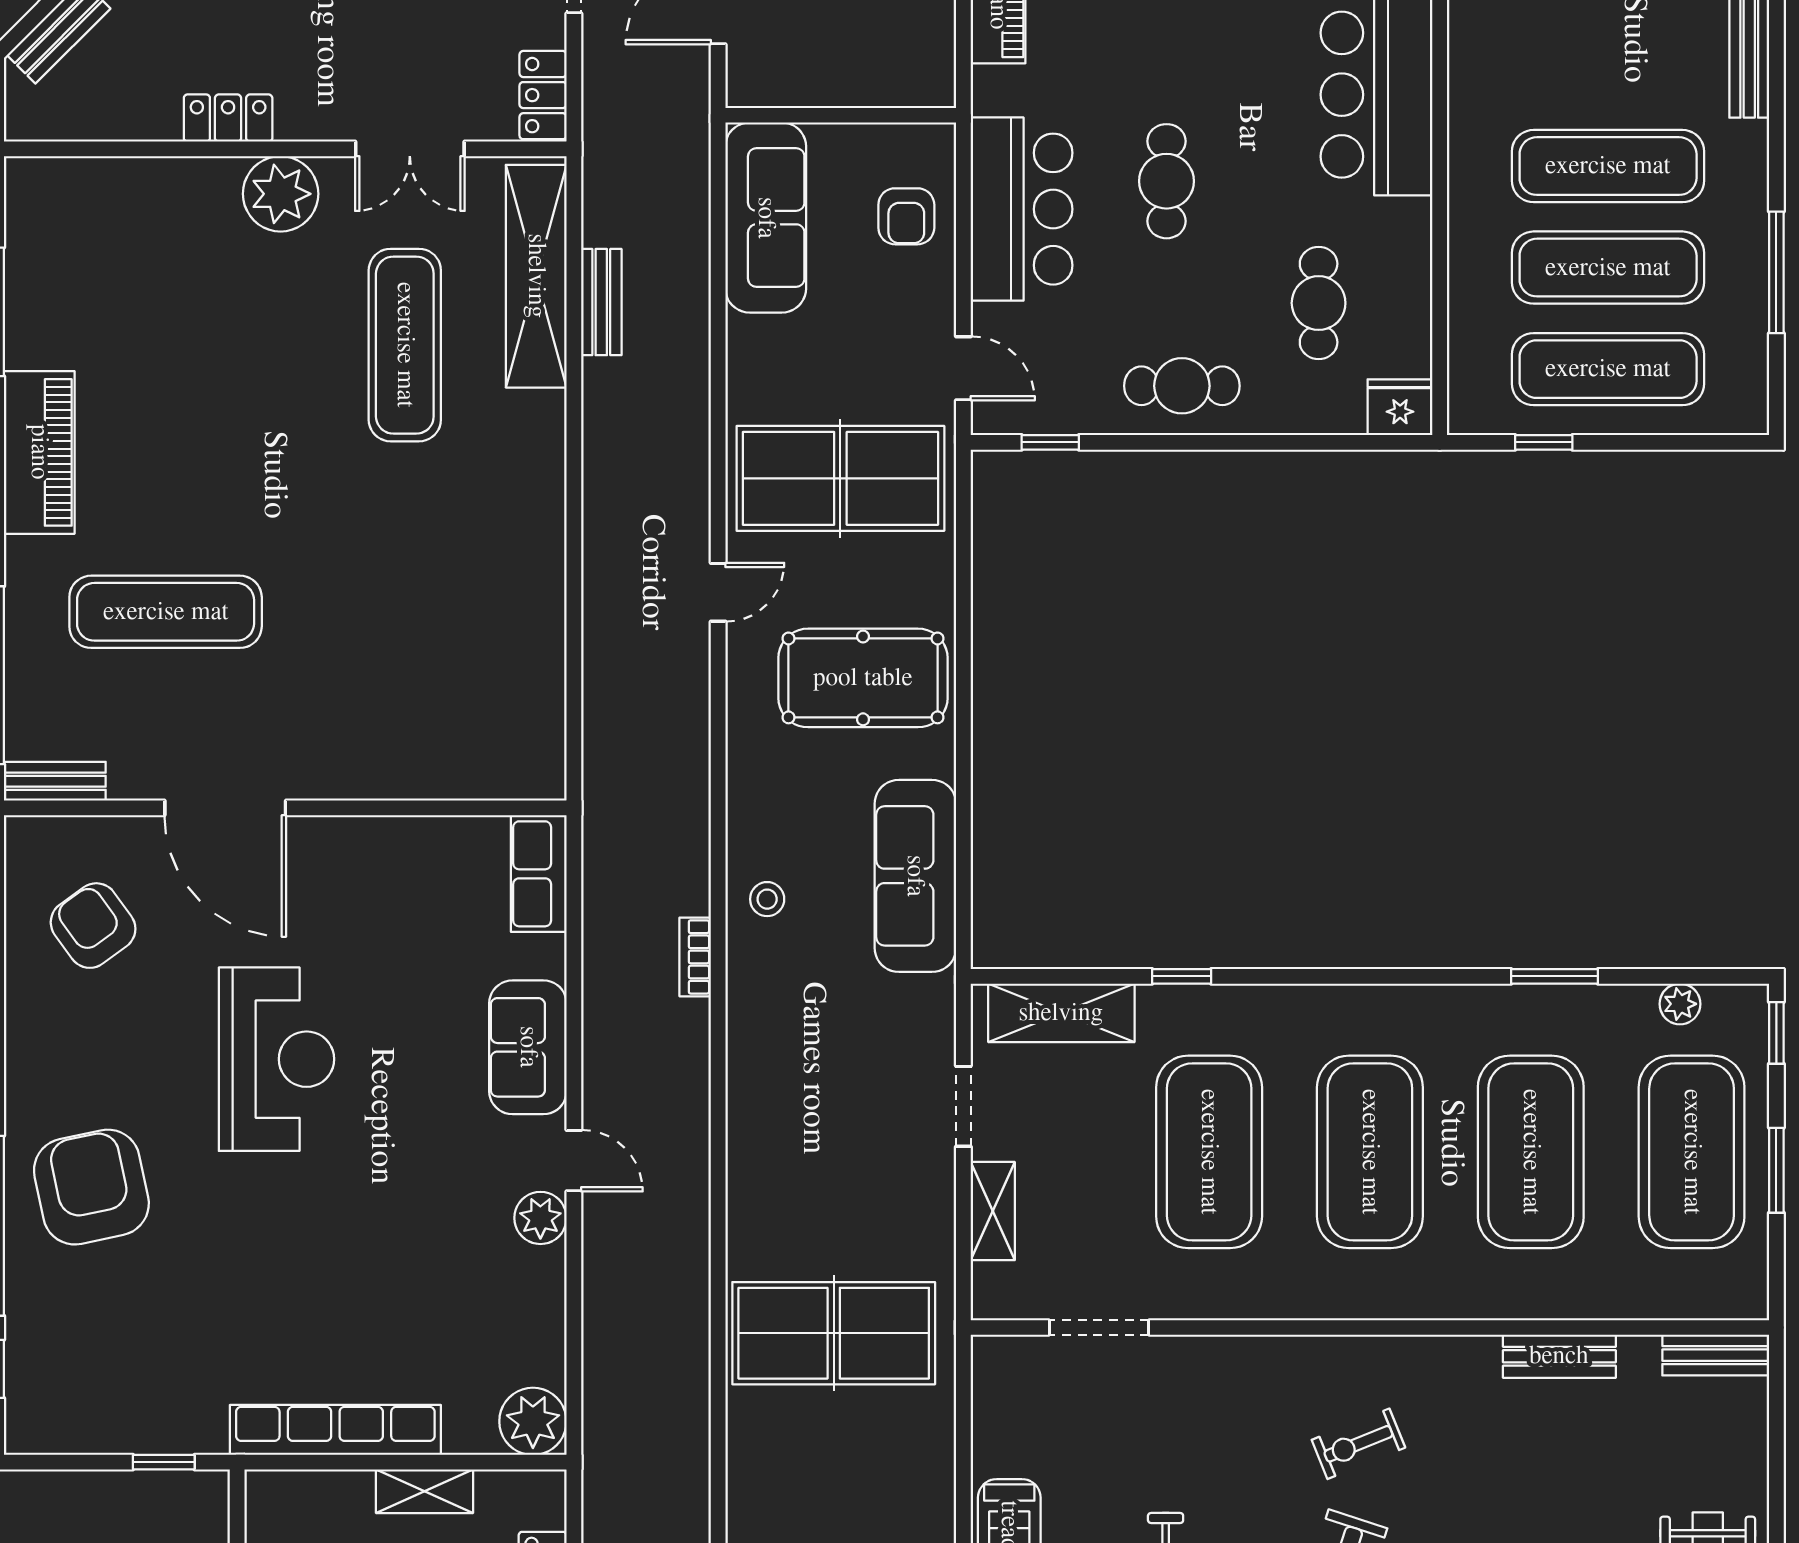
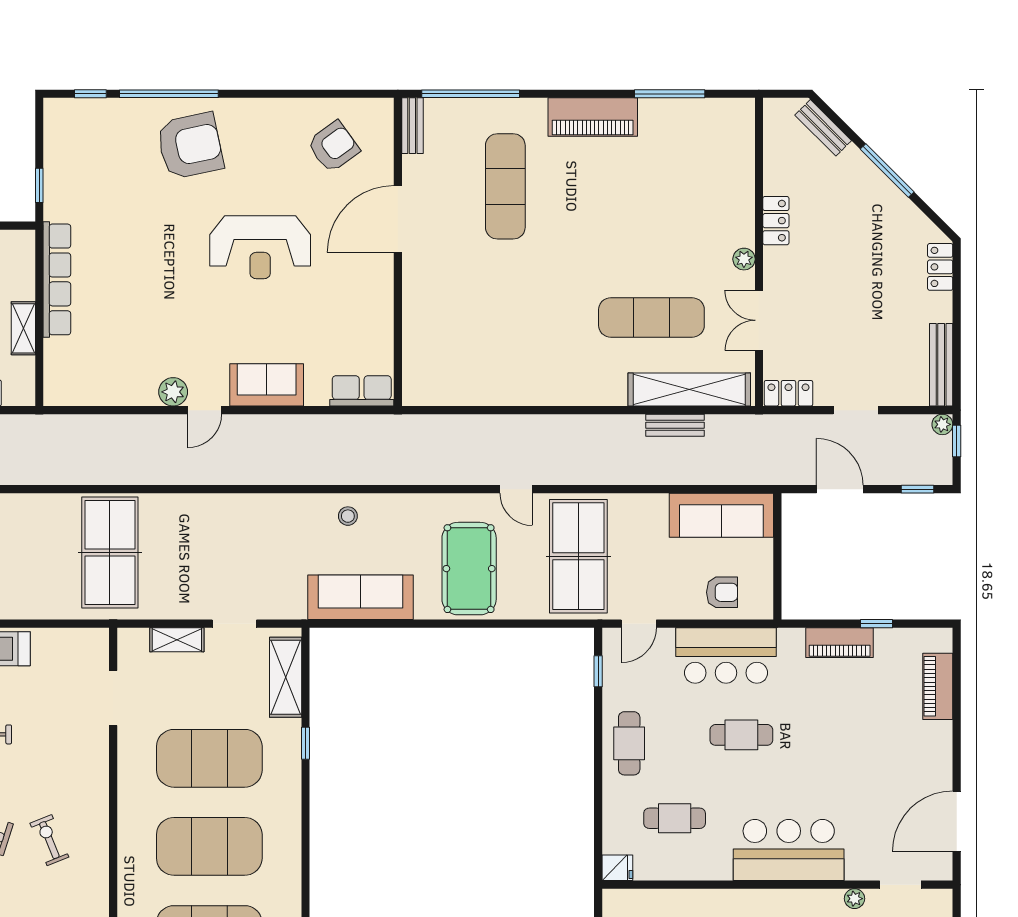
plant: (281, 194) -> (744, 259), width x0.53, depth x0.53
armchair: (906, 216) -> (722, 592), turned 180
fridge: (1400, 407) -> (617, 868), width x0.72
bookcase: (695, 957) -> (316, 477), removed
plant: (533, 1421) -> (62, 388), removed

